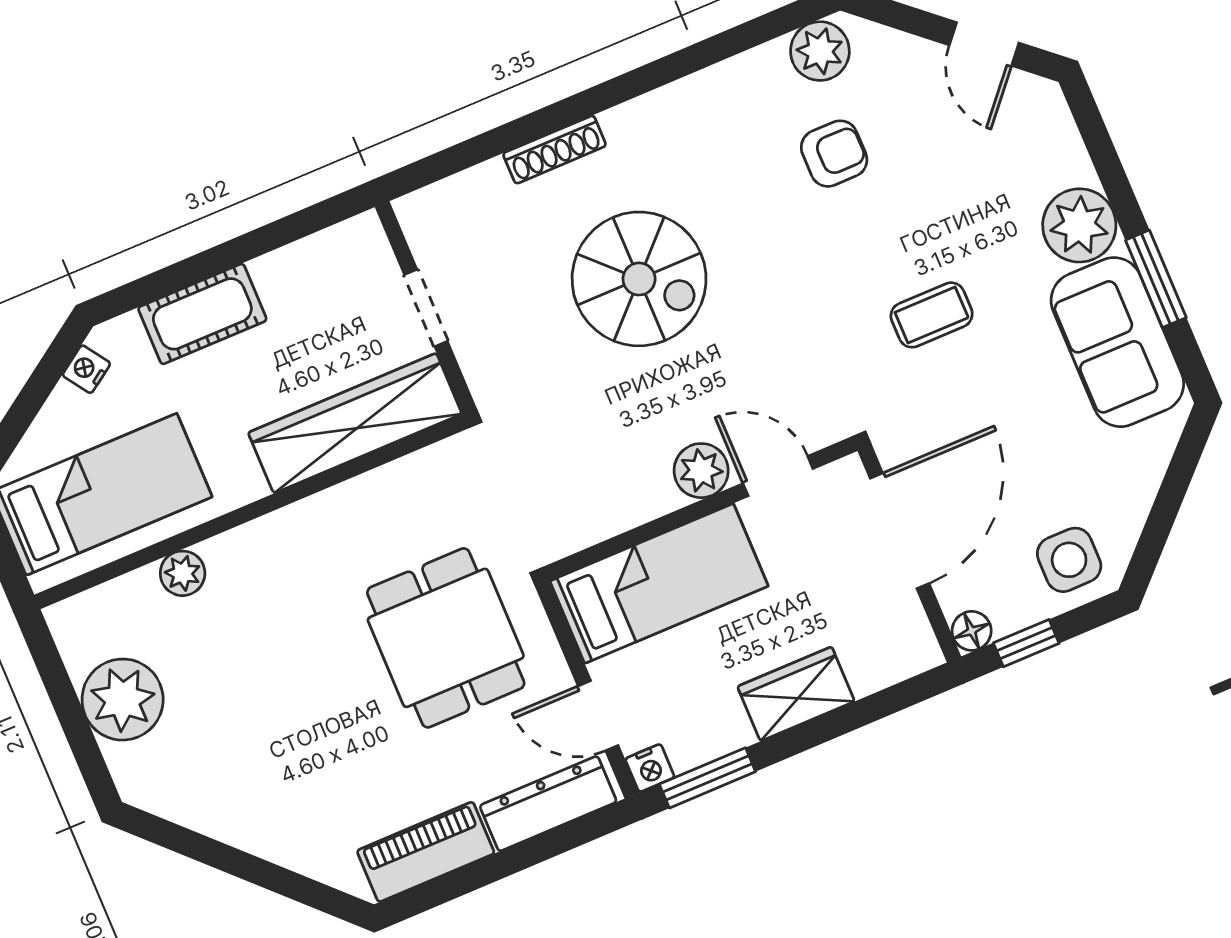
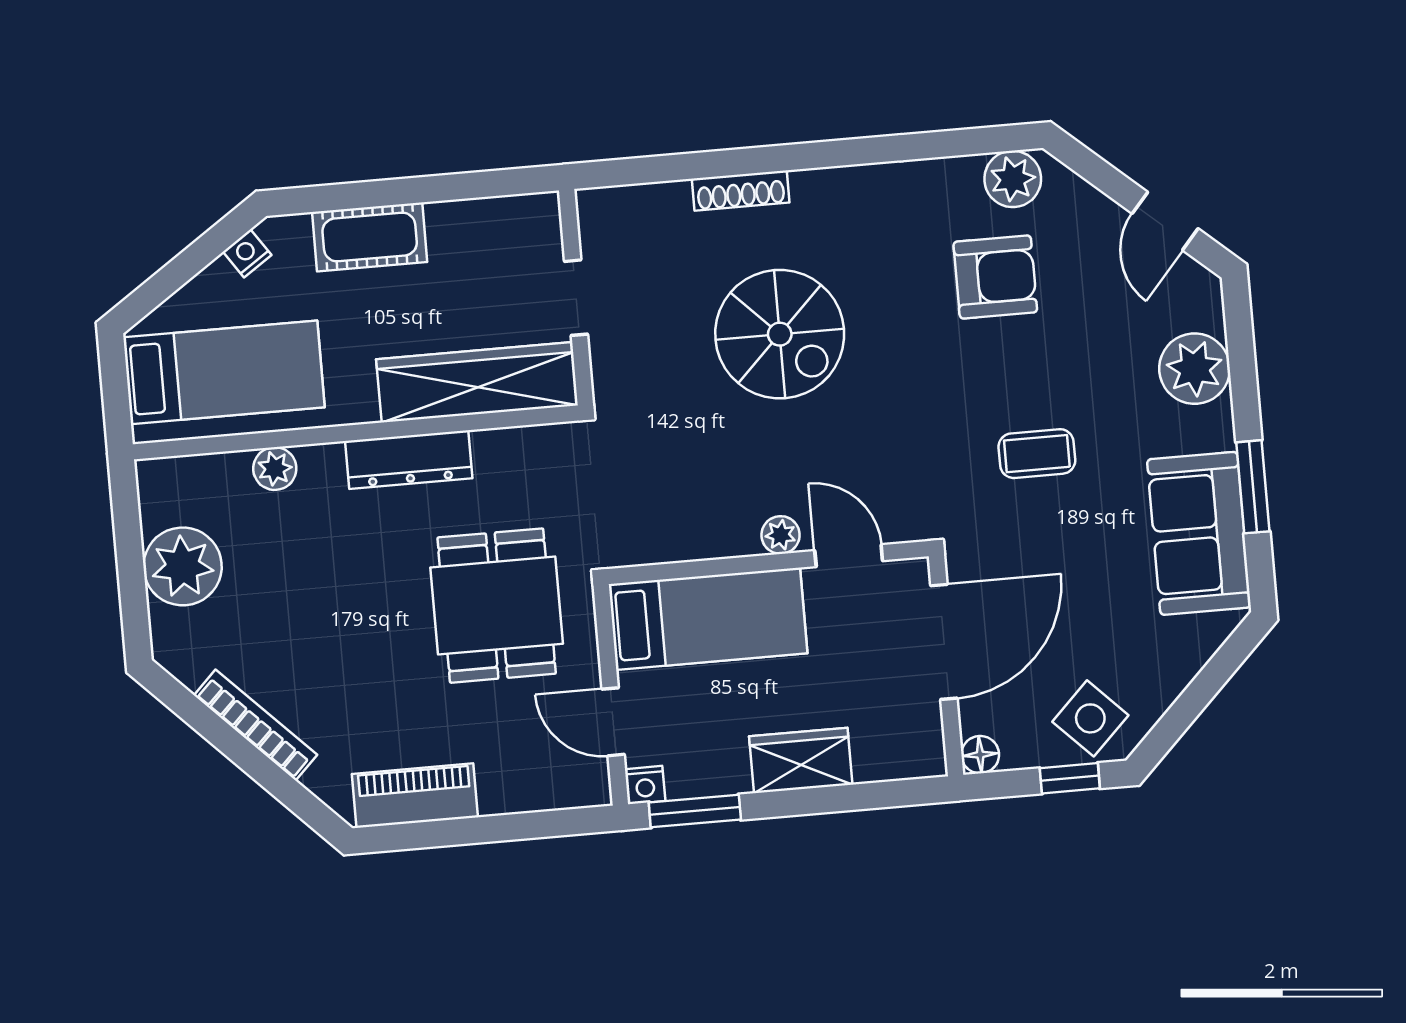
armchair: (834, 154) -> (995, 277), width x1.38, depth x1.38
plant: (1079, 225) -> (1195, 369), moved
plant: (701, 471) -> (781, 535), width x0.73, depth x0.73
side table: (1069, 560) -> (1090, 718), turned 45
window: (1026, 643) -> (1070, 778), moved
dresser: (548, 804) -> (409, 460), moved, turned 180
bookcase: (245, 833) -> (256, 725), added

